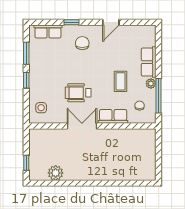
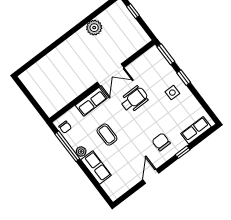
chair: (82, 43) -> (161, 142), turned 180
window: (26, 53) -> (166, 54), moved
chair: (140, 106) -> (65, 127), moved
side table: (41, 108) -> (172, 93), moved
plant: (56, 173) -> (94, 28), moved

